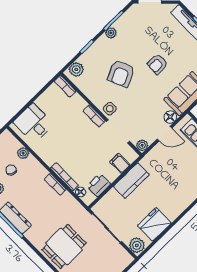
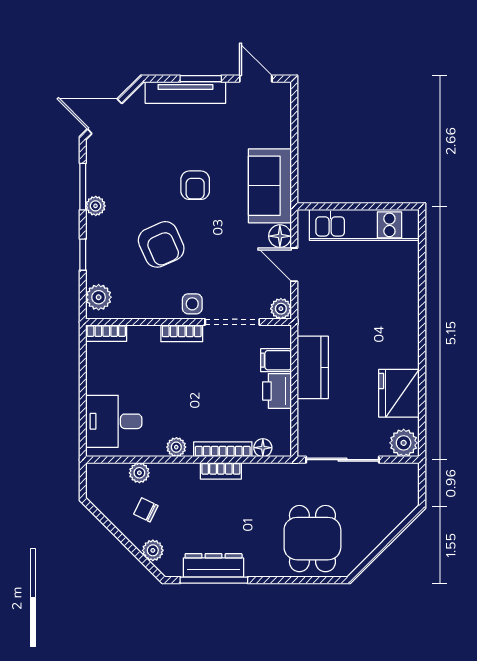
door: (164, 134) -> (294, 265), swing flipped
plant: (47, 158) -> (176, 447), added
printer: (99, 185) -> (277, 391), moved

